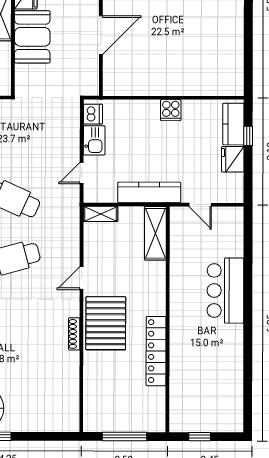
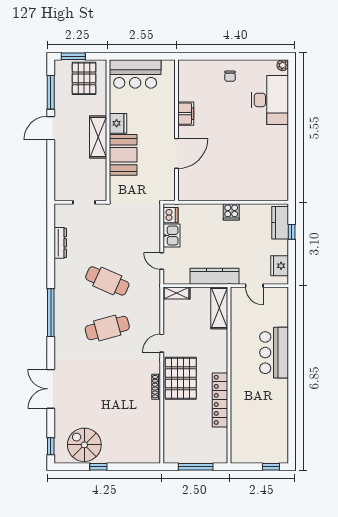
fridge: (233, 159) -> (280, 266), moved
door: (82, 173) -> (162, 261), hinge flipped
window: (200, 437) -> (271, 467), moved

